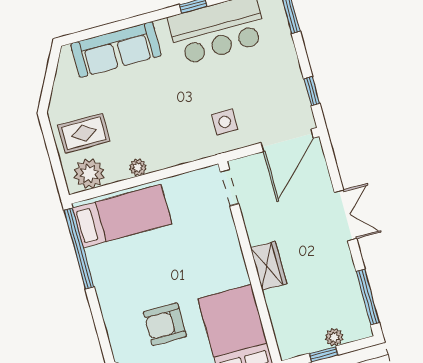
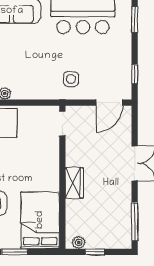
door: (287, 140) -> (109, 103), width x0.73
plant: (334, 337) -> (79, 242), moved

